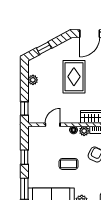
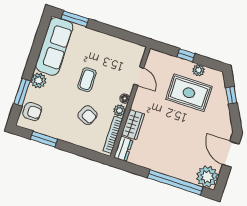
rug: (74, 77) -> (189, 93), moved
window: (24, 108) -> (186, 55), moved
window: (24, 157) -> (112, 31), removed

